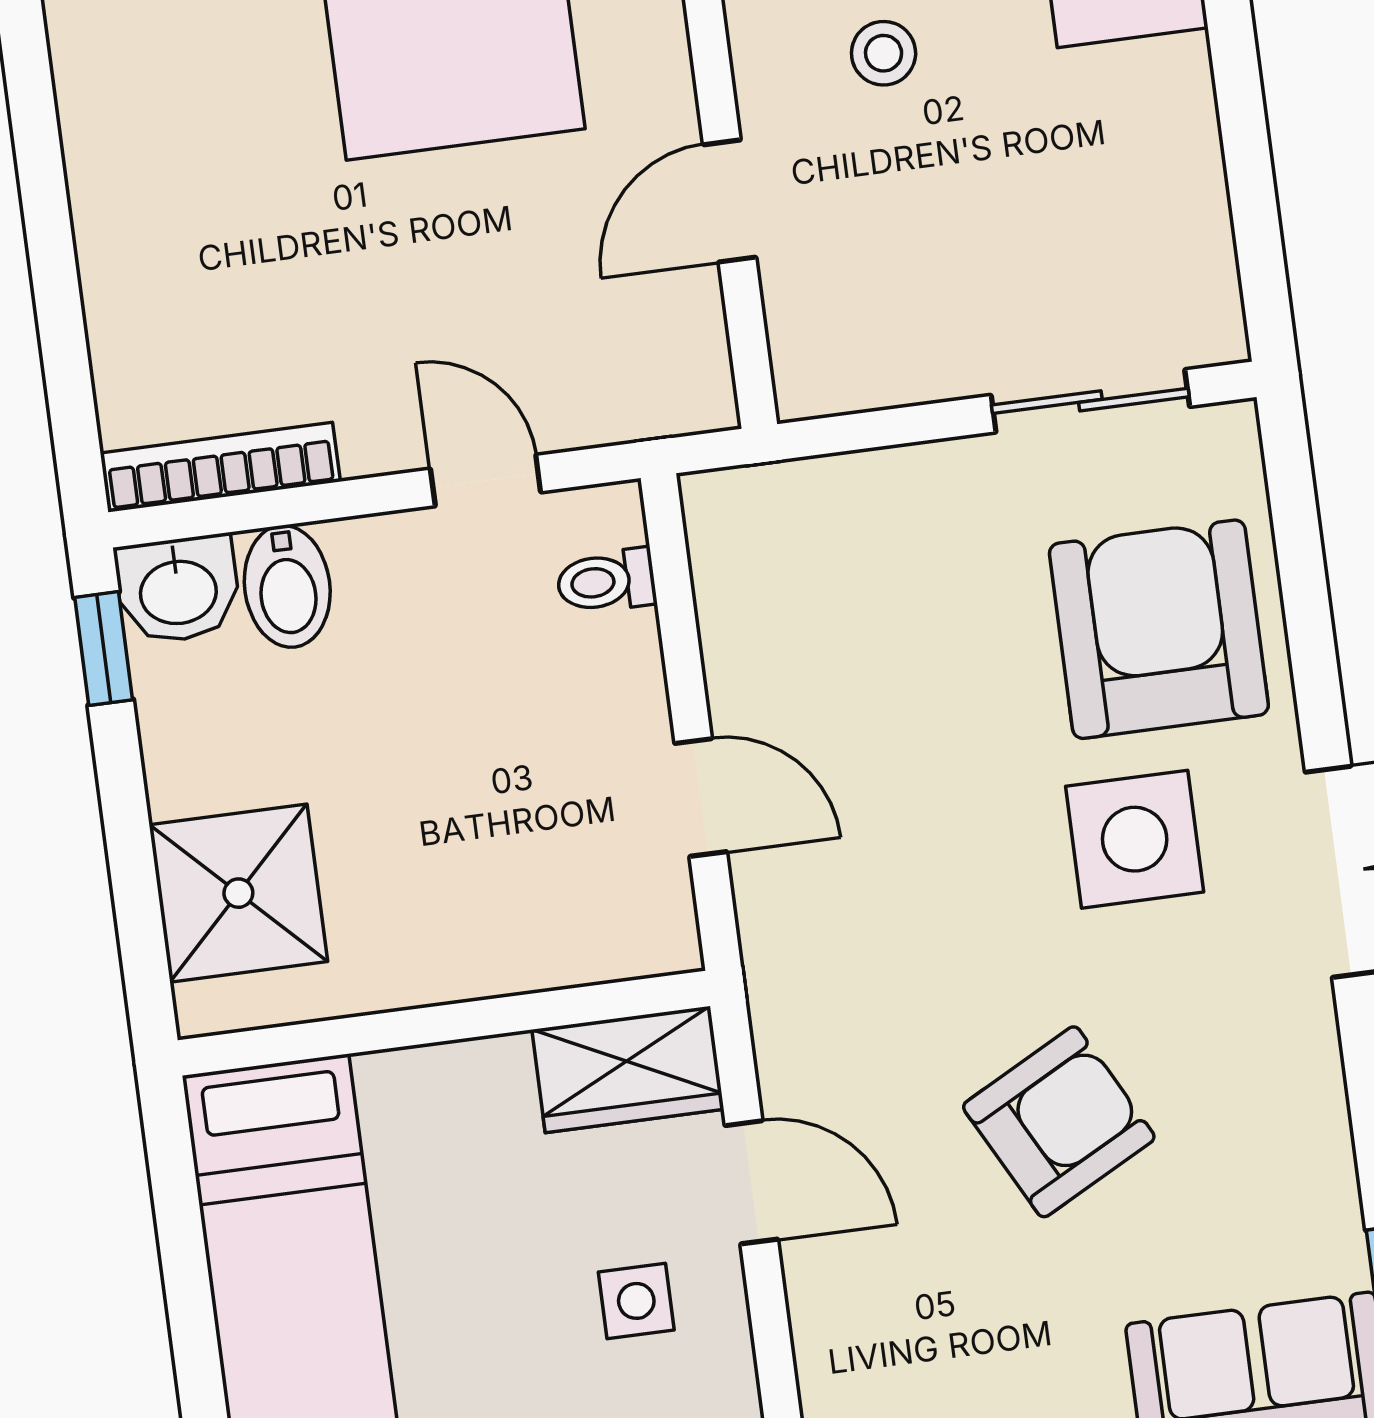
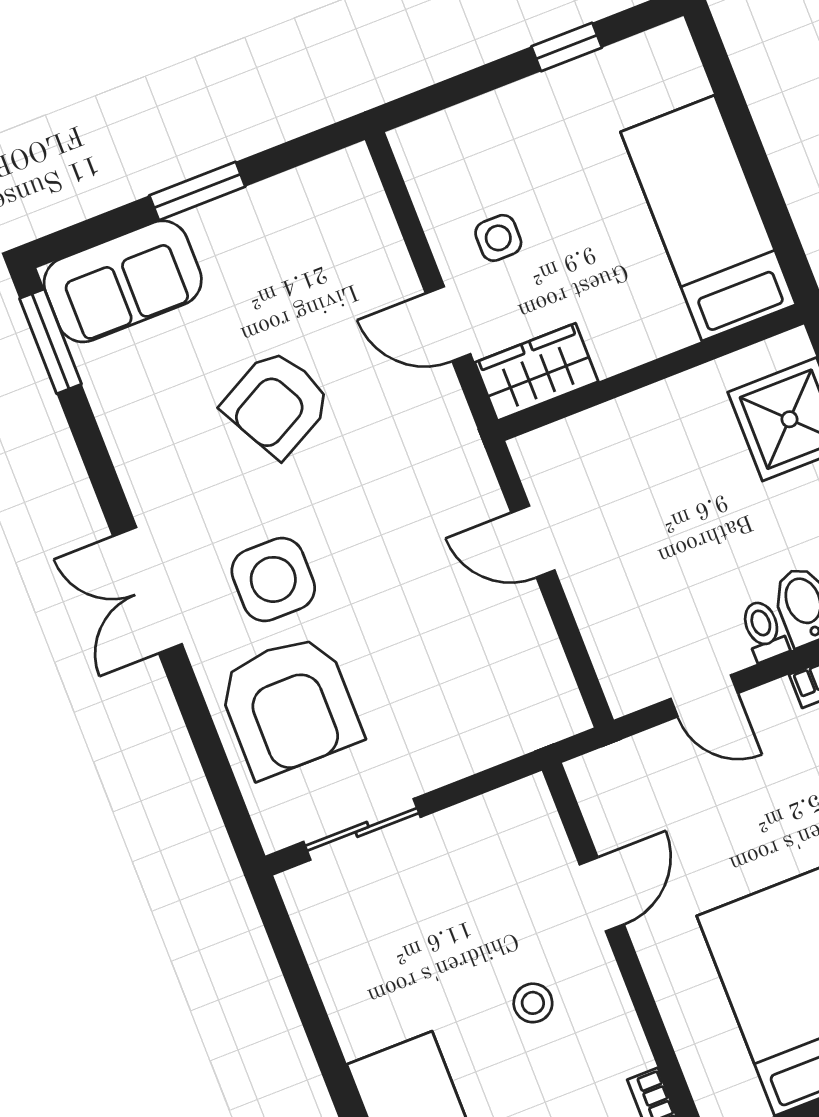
toilet: (606, 581) -> (764, 630), moved, turned -90

